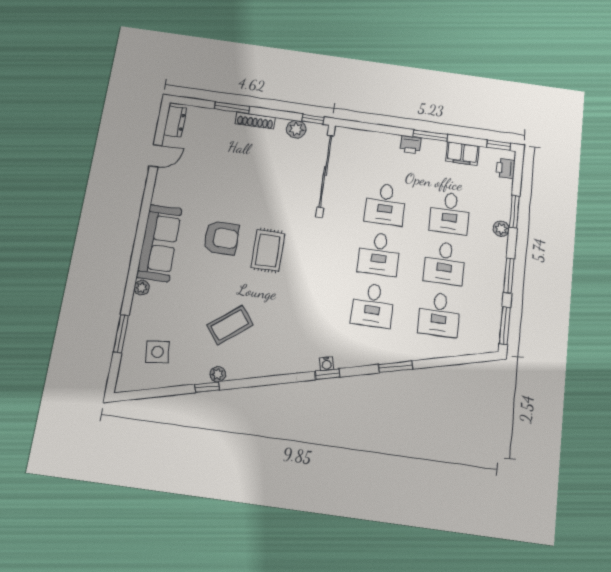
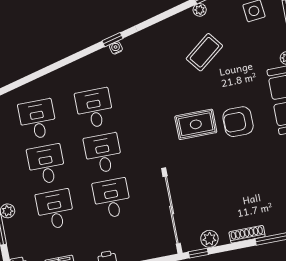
rug: (268, 250) -> (196, 124), turned 90
window: (396, 367) -> (60, 64), removed

